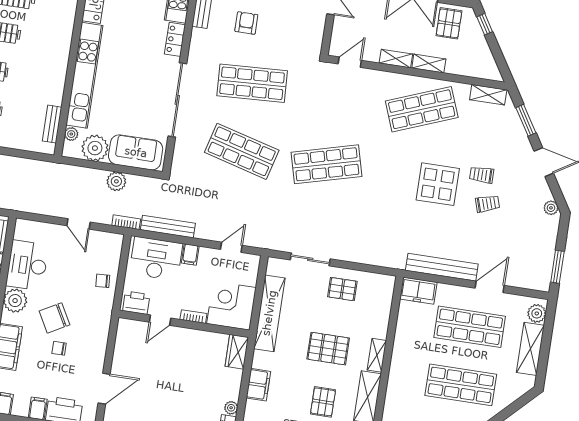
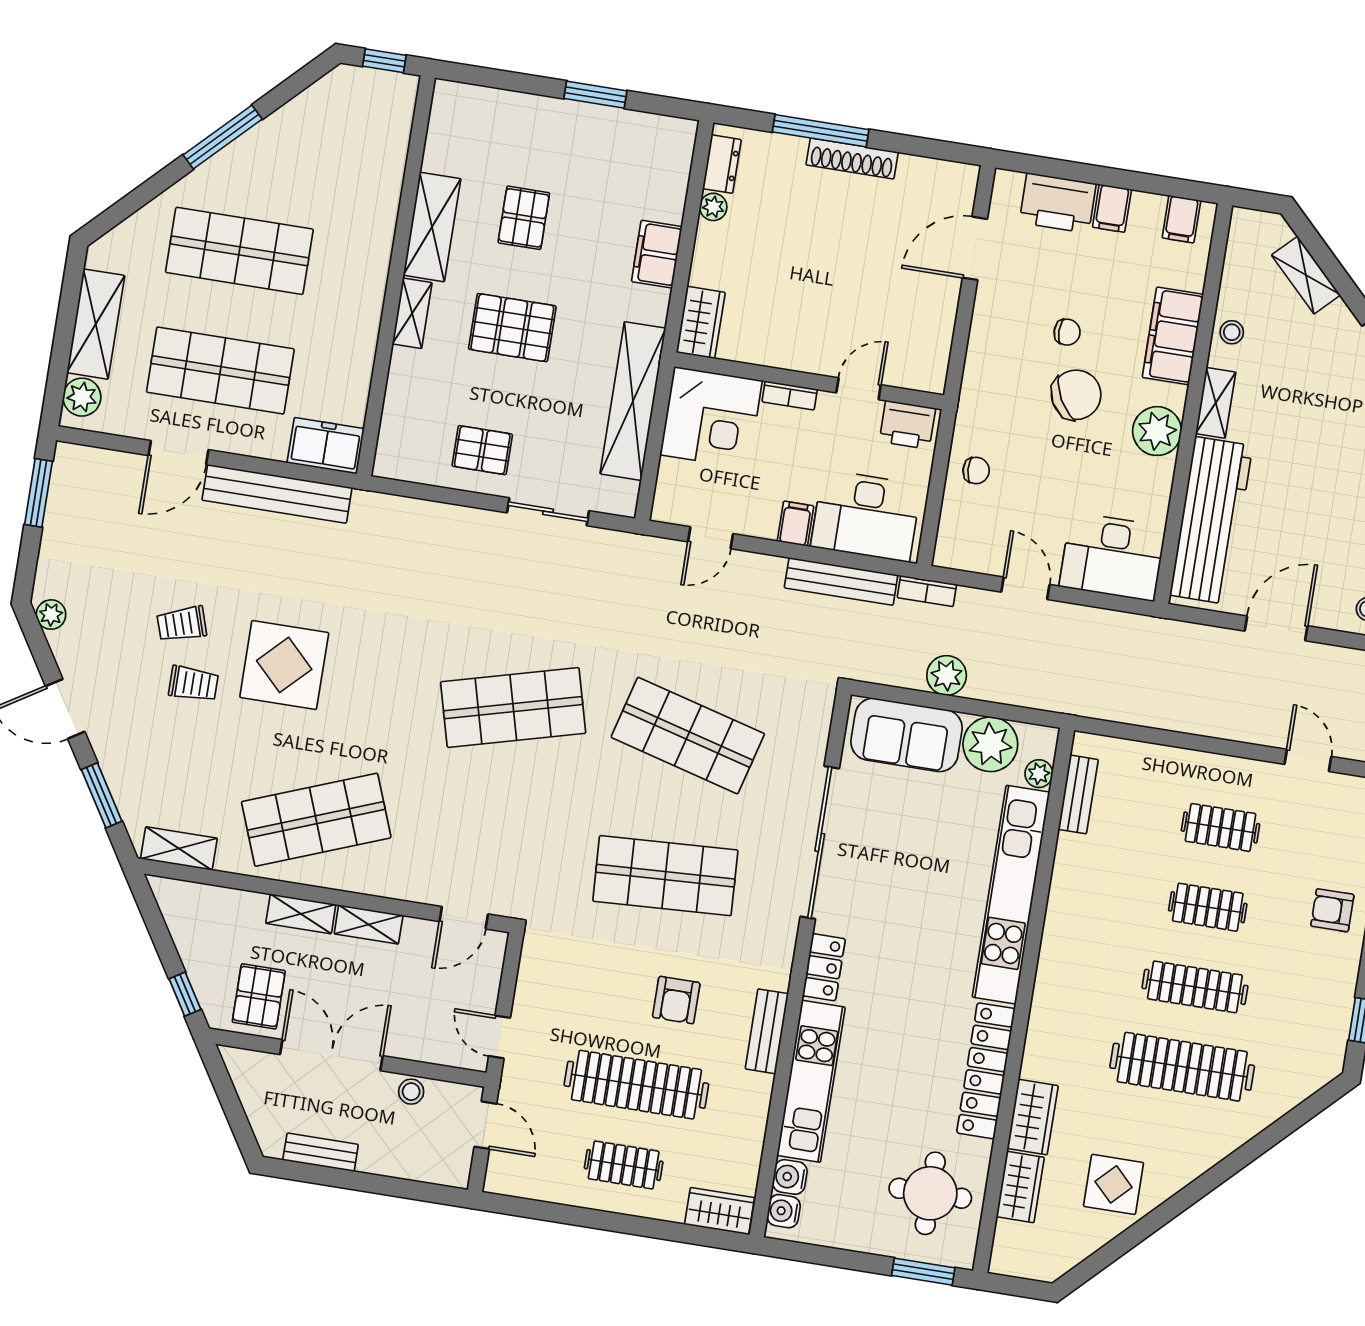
desk: (27, 265) -> (1113, 557), moved, turned 90

